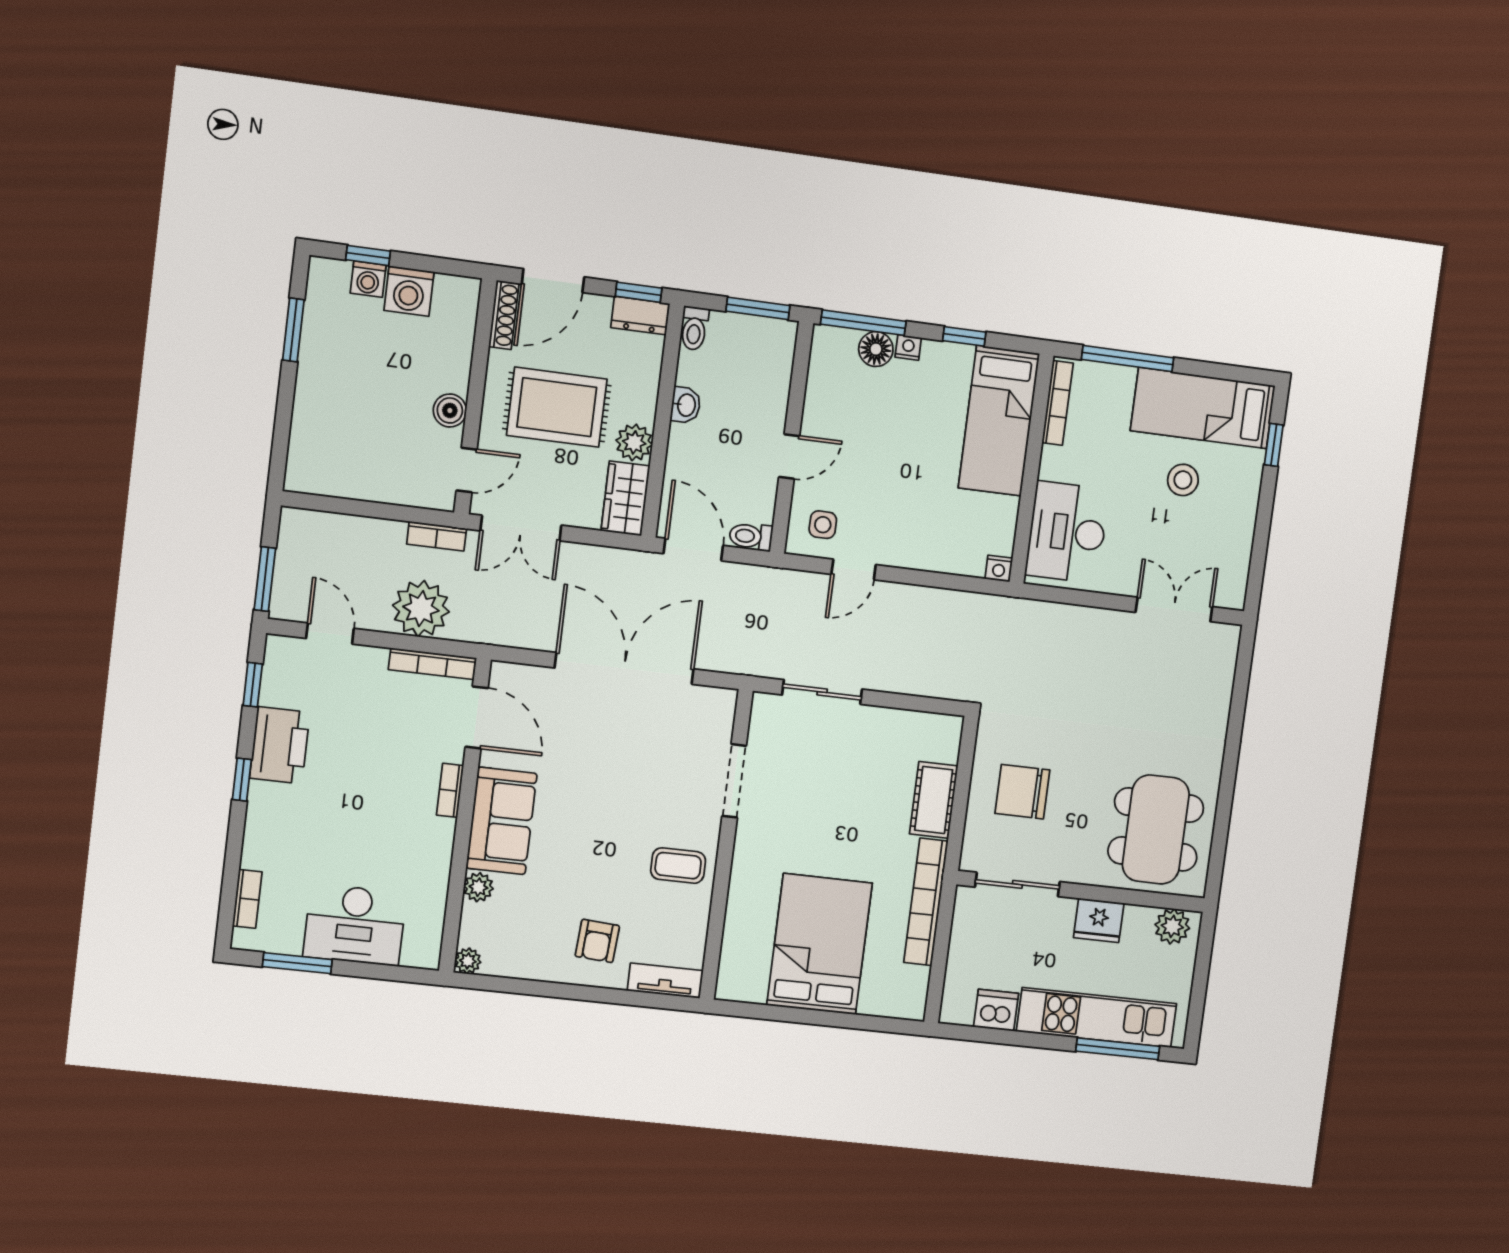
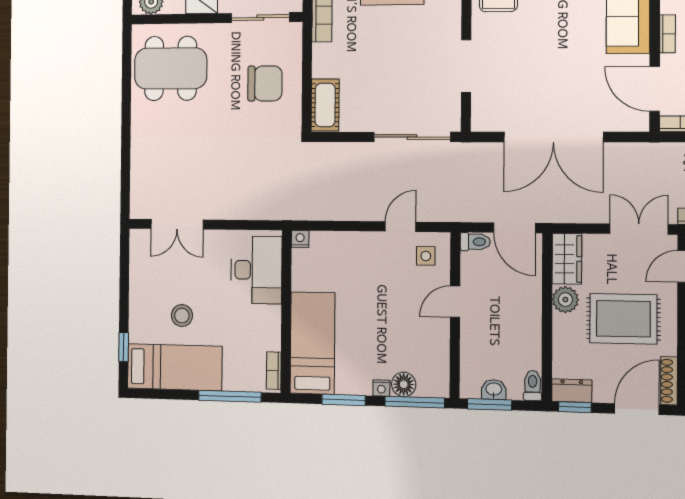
window: (964, 336) -> (344, 400), width x1.50
bookcase: (1058, 403) -> (274, 371), width x0.64
washbasin: (686, 405) -> (494, 390), moved, turned 90
sliding door: (822, 692) -> (412, 137), width x1.37
cot: (934, 800) -> (325, 105), moved
dining table: (1156, 830) -> (171, 68), turned 90

